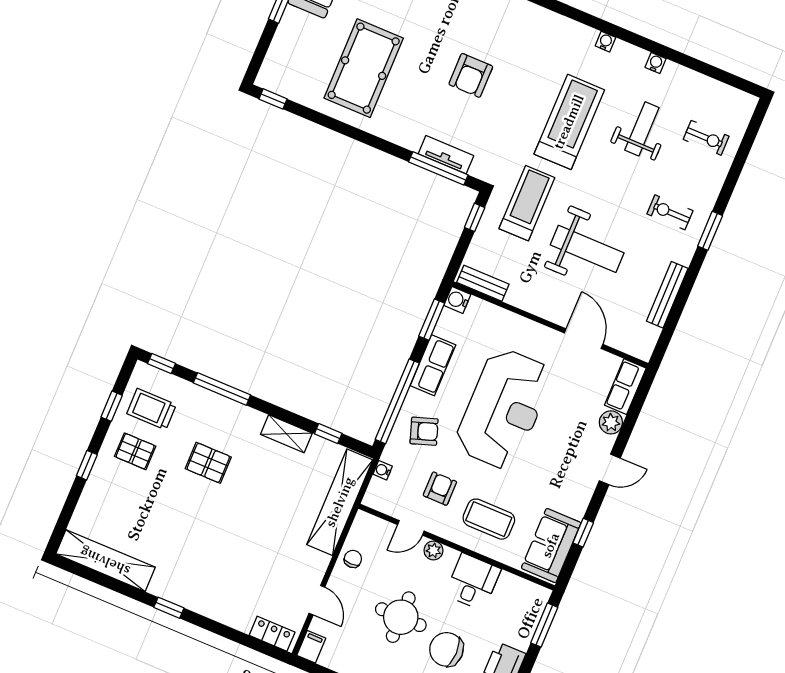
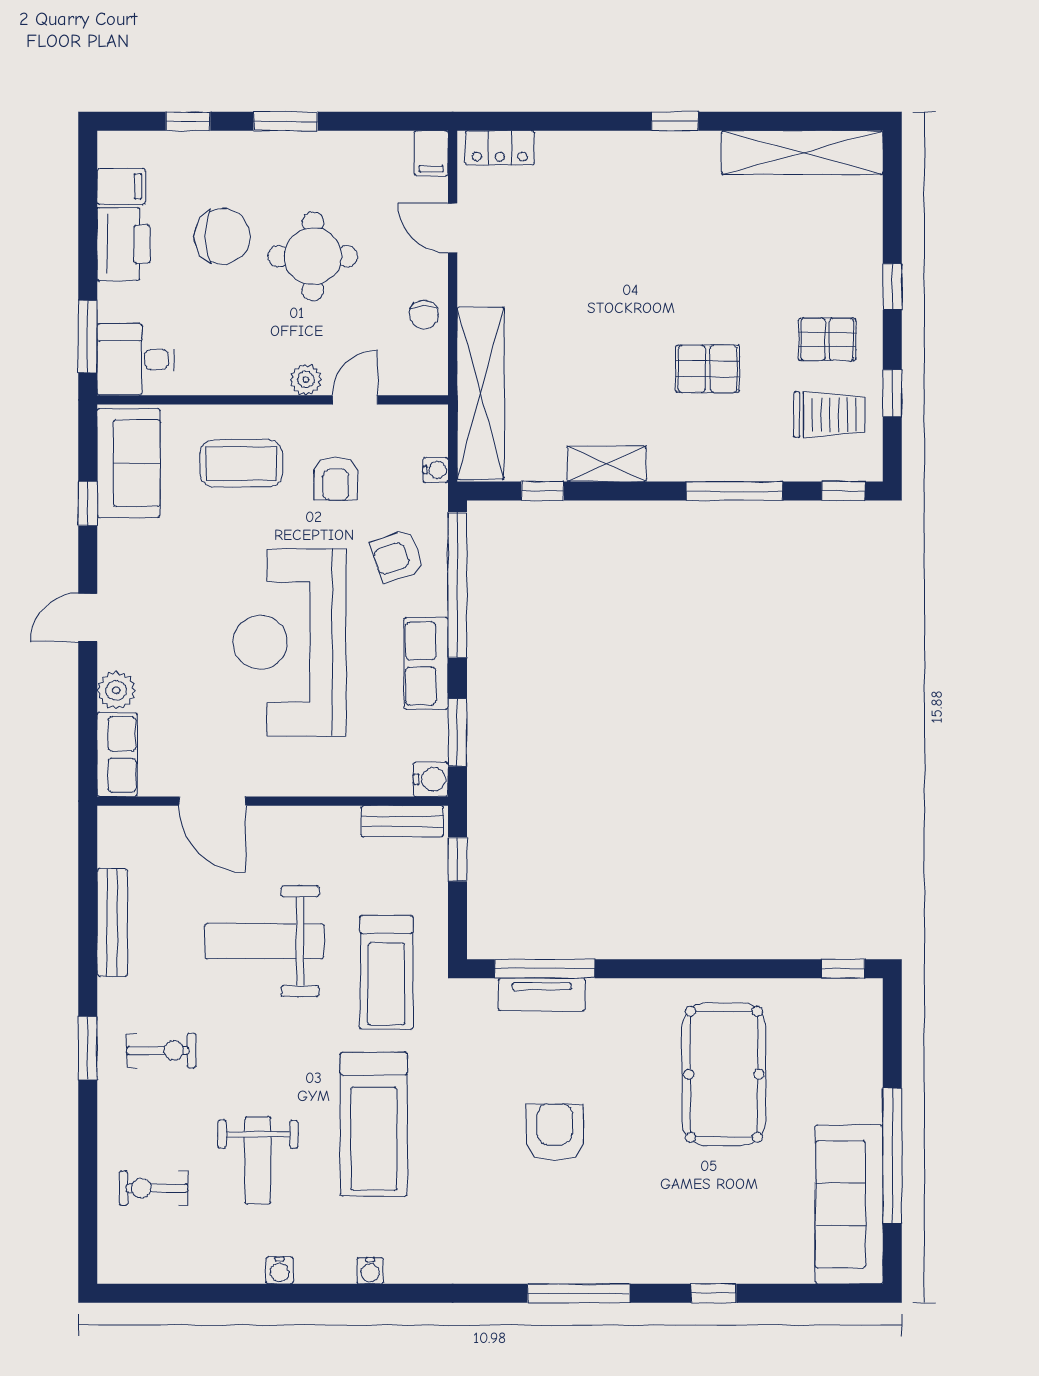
window: (475, 217) -> (457, 859), moved
desk: (473, 582) -> (136, 360), moved, turned 90

